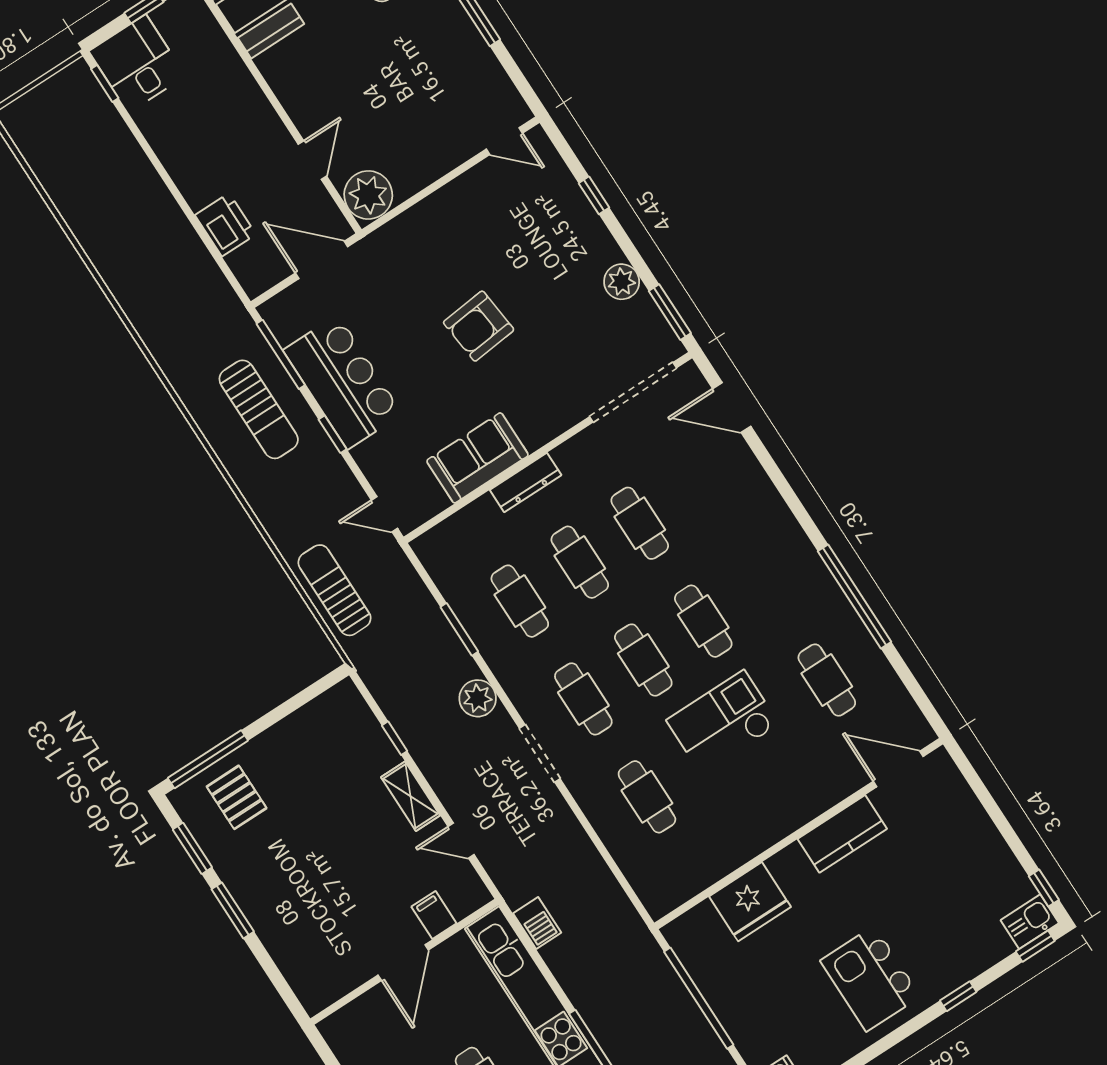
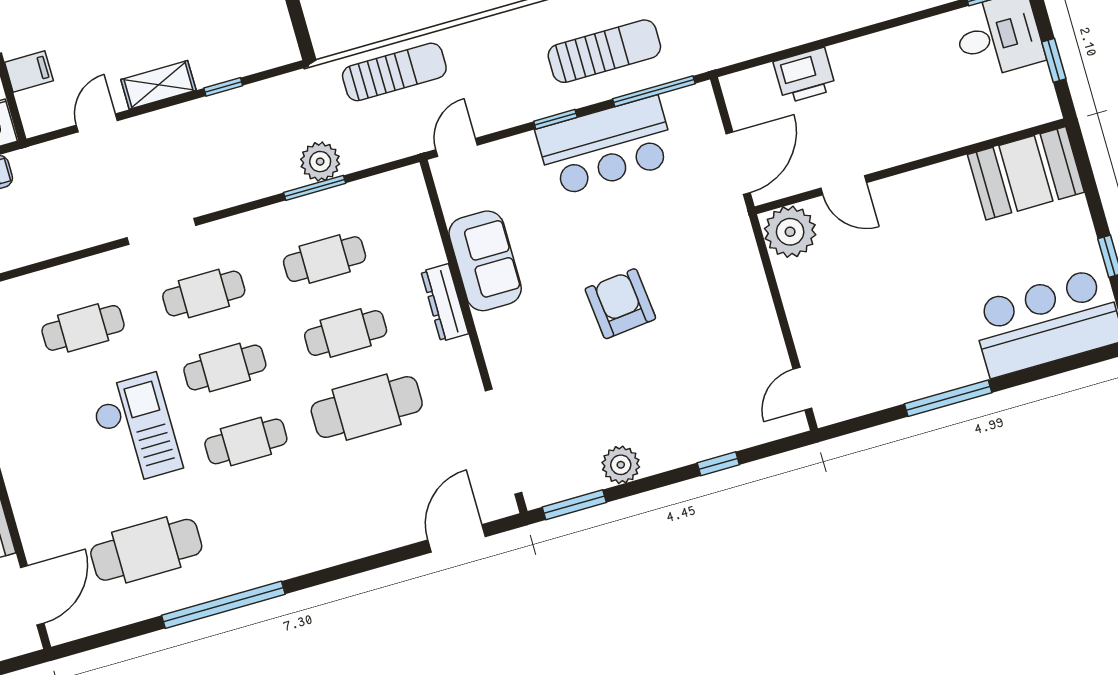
sun lounger: (259, 409) -> (604, 51), turned 180
cafe table: (640, 523) -> (367, 407), width x1.37, depth x1.35
cafe table: (827, 680) -> (146, 550), width x1.37, depth x1.35
plant: (478, 698) -> (320, 162), moved

